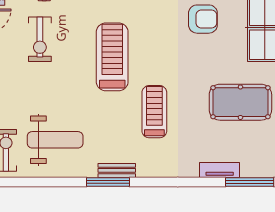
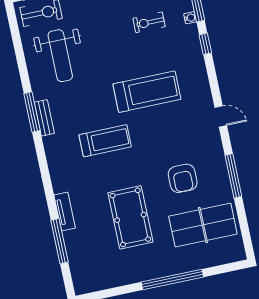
armchair: (203, 19) -> (183, 178), moved
exercise bike: (40, 39) -> (149, 22), width x0.73, depth x0.72

